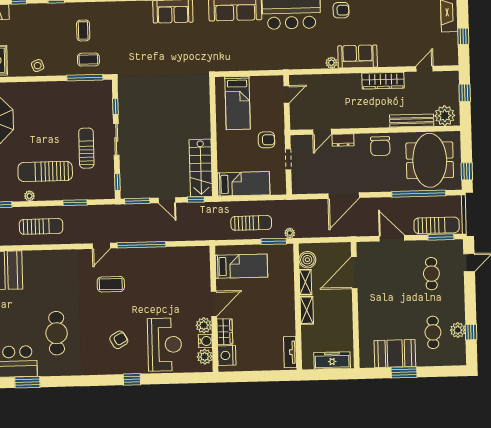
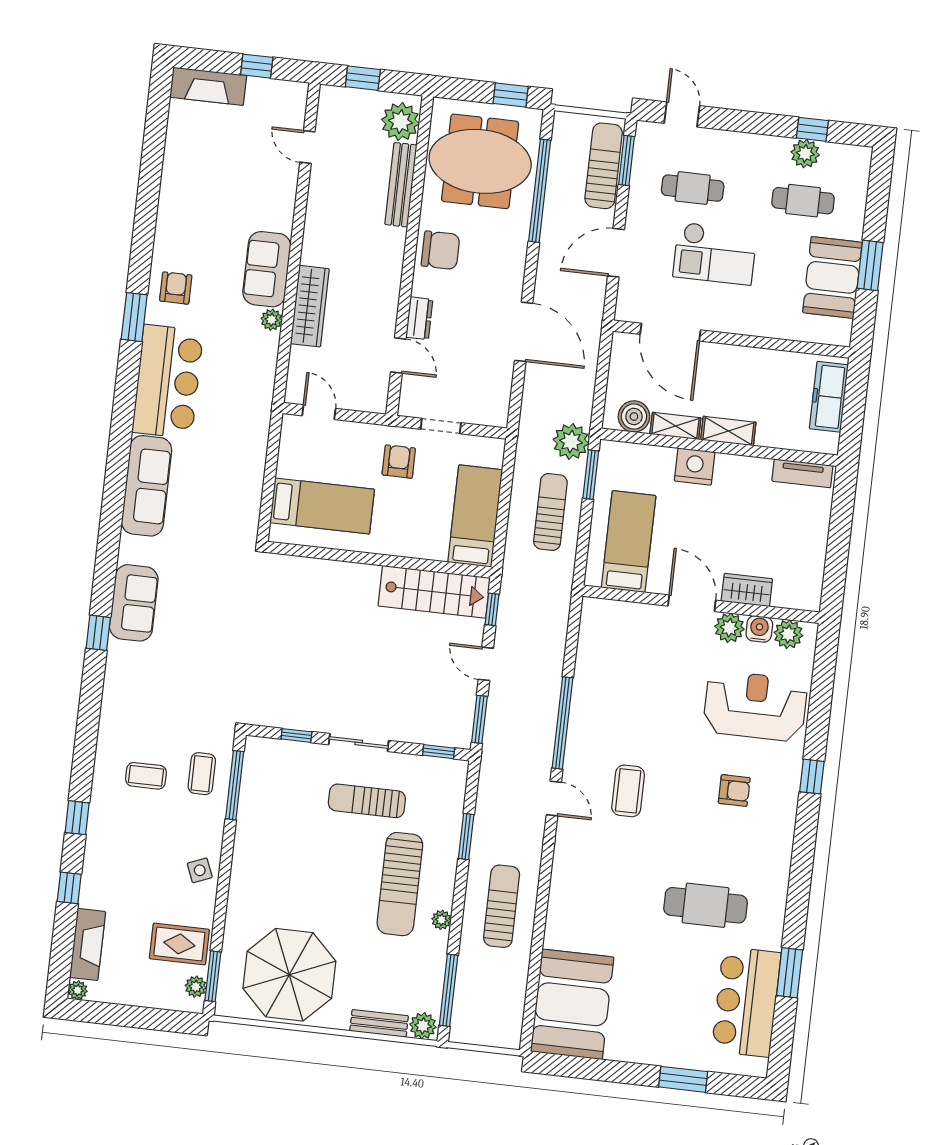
wardrobe: (383, 81) -> (310, 306), moved
door: (167, 200) -> (486, 664), swing flipped
plant: (290, 233) -> (571, 442), width x1.88, depth x1.88
checkout: (399, 290) -> (715, 254), added
armchair: (119, 340) -> (734, 790), turned 120
nightstand: (227, 355) -> (695, 467), moved, turned 180

